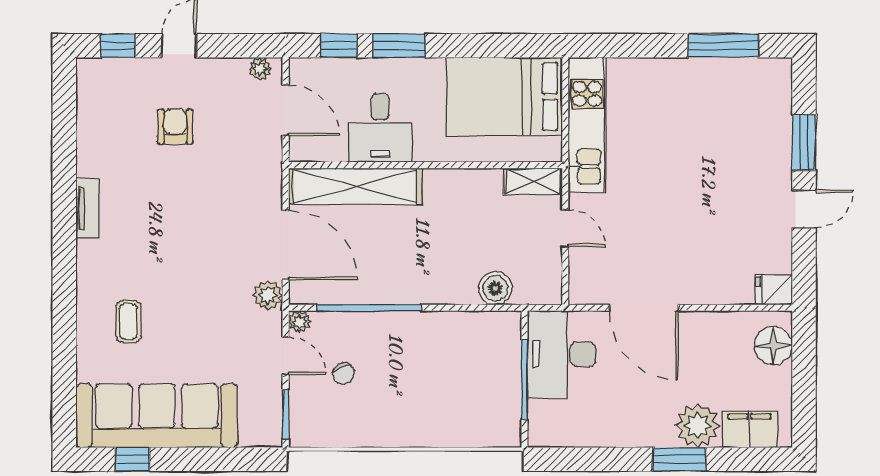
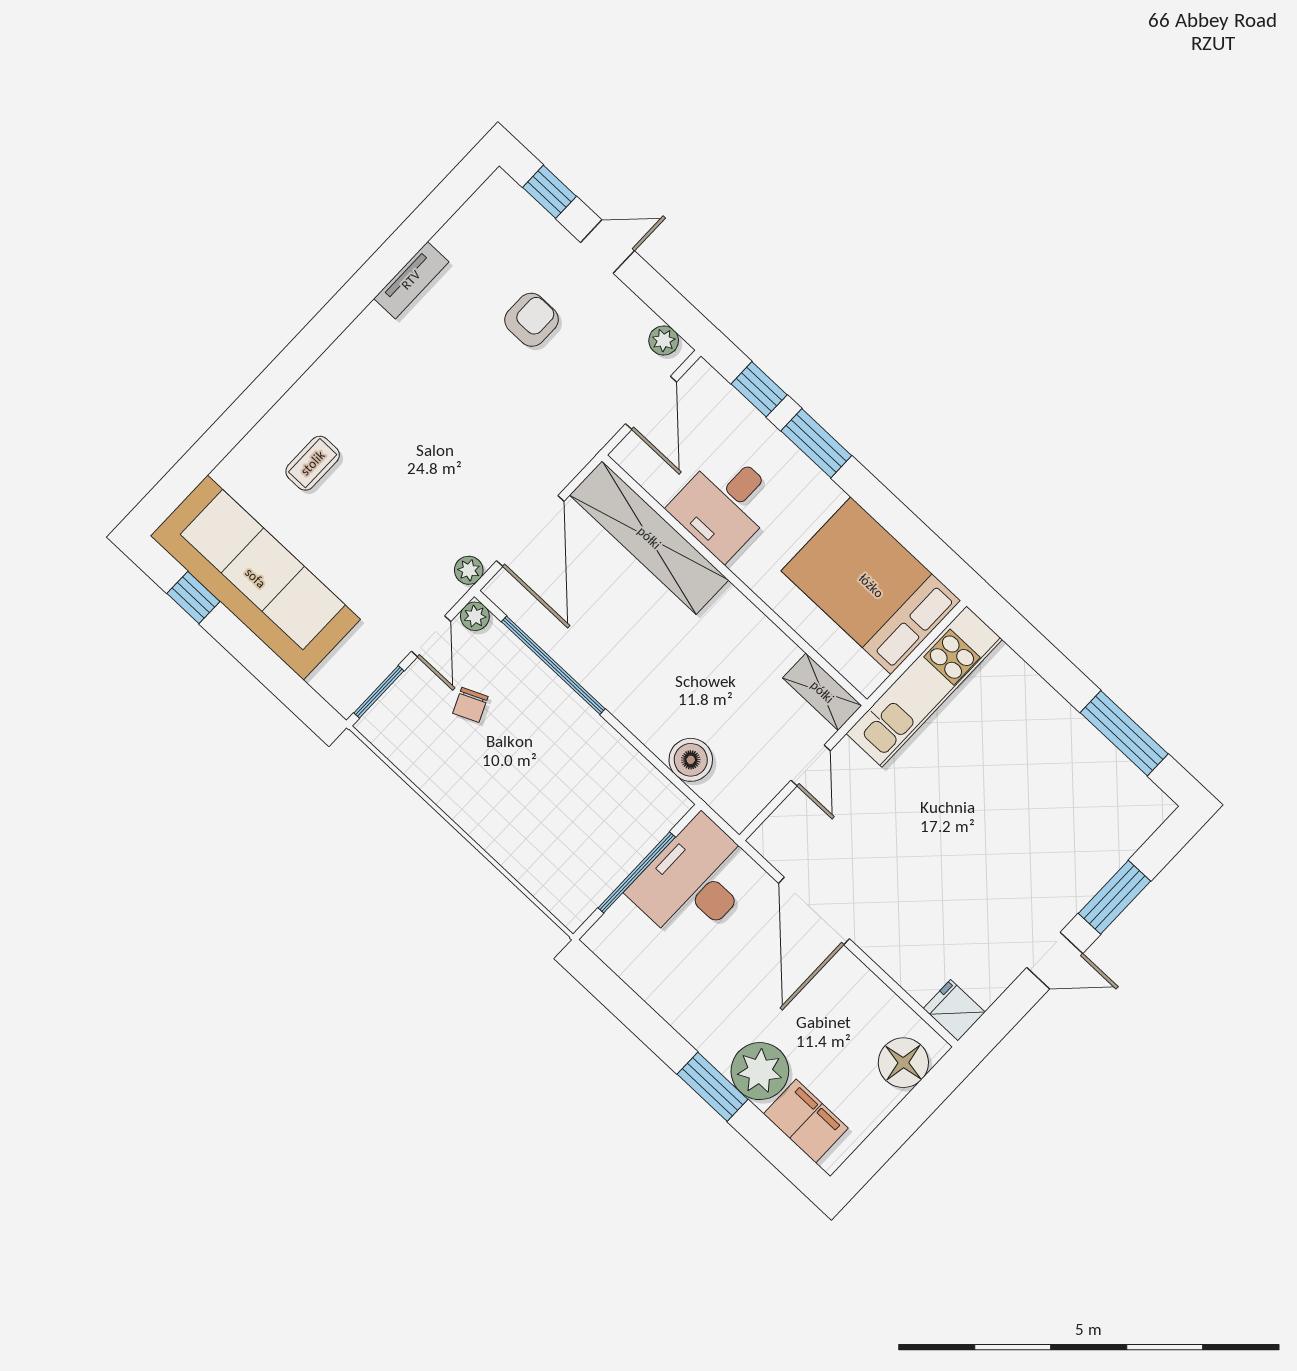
tv unit: (87, 208) -> (411, 280), moved
plant: (268, 295) -> (469, 570), width x0.73, depth x0.73

